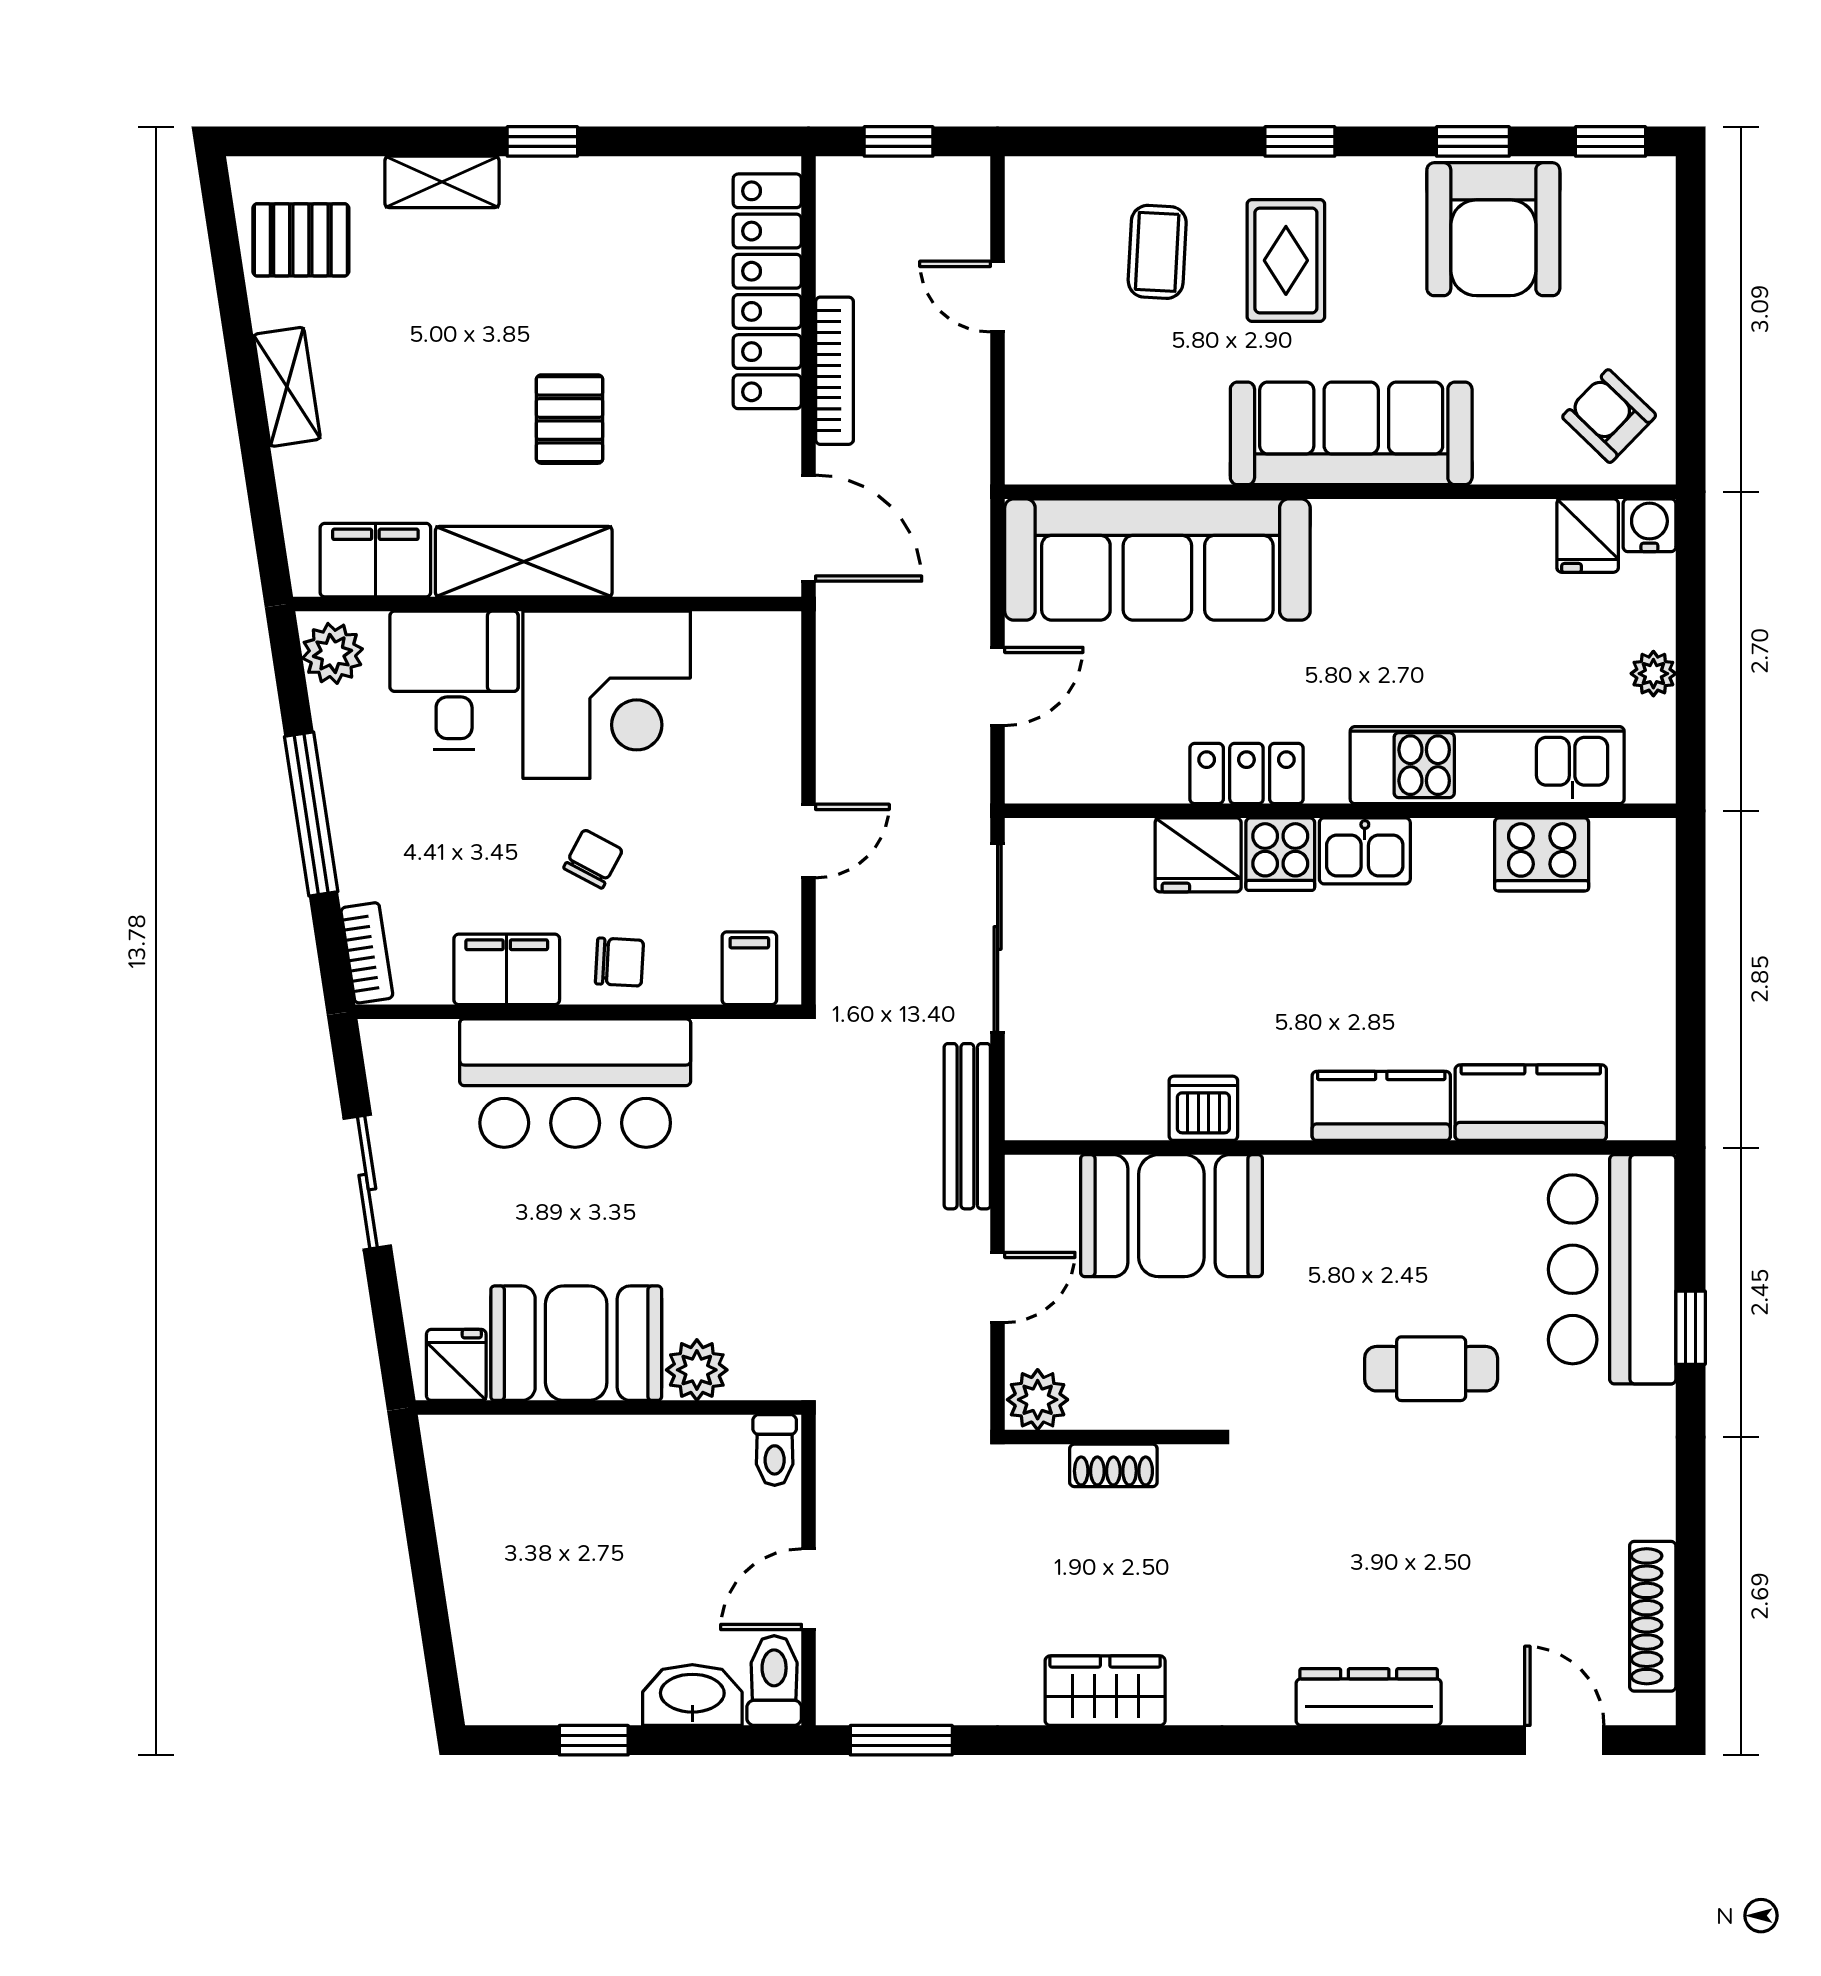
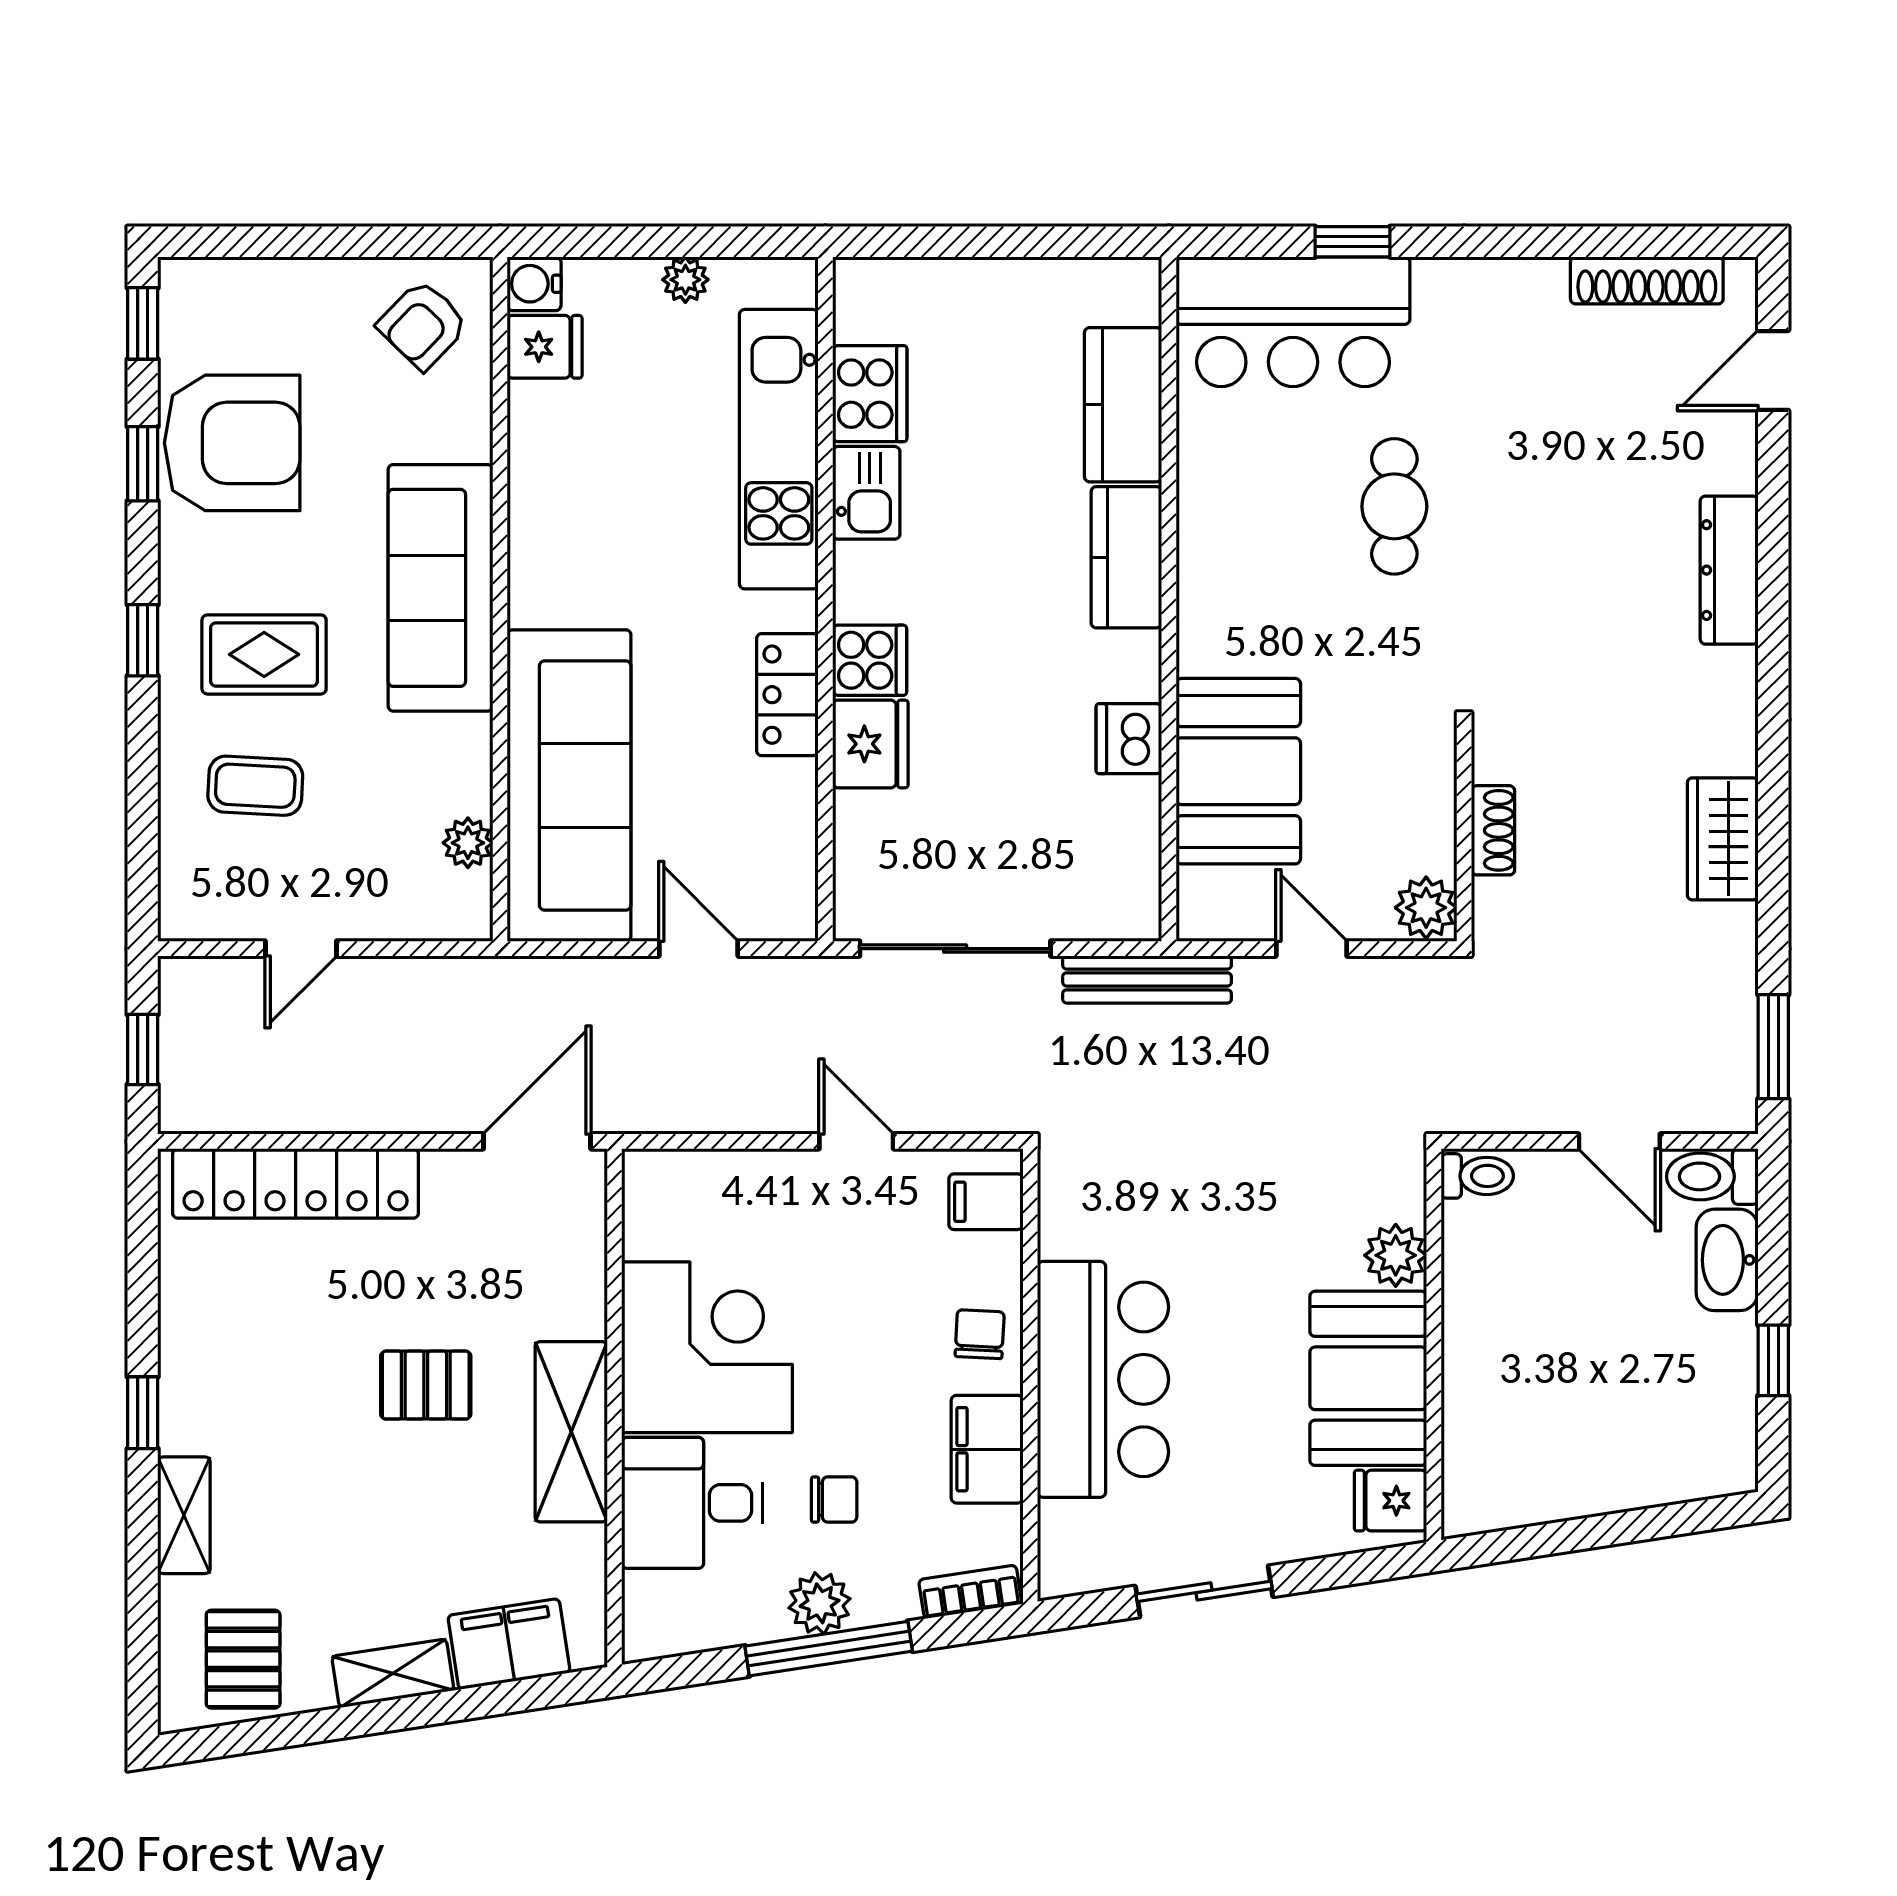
bookcase: (834, 371) -> (377, 1115), removed
plant: (1101, 460) -> (468, 843), added
filing cabinet: (375, 560) -> (509, 1644), moved, turned 81
plant: (332, 653) -> (820, 1603), moved
kitchen sink: (1365, 851) -> (866, 493), moved
chair: (593, 859) -> (834, 1499), moved, turned 152

